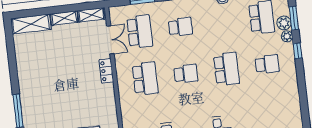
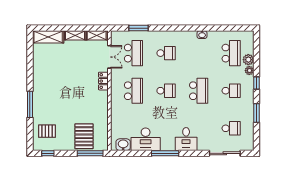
window: (294, 18) -> (257, 113), moved
school desk: (273, 111) -> (231, 128), added

